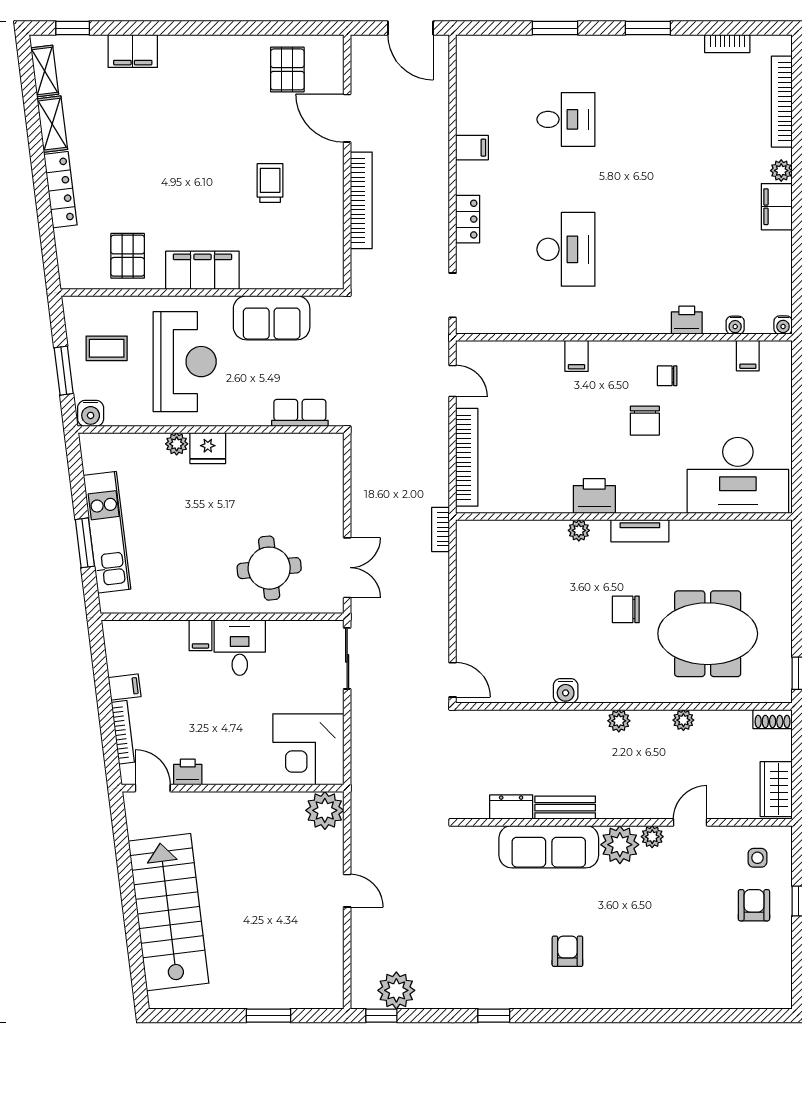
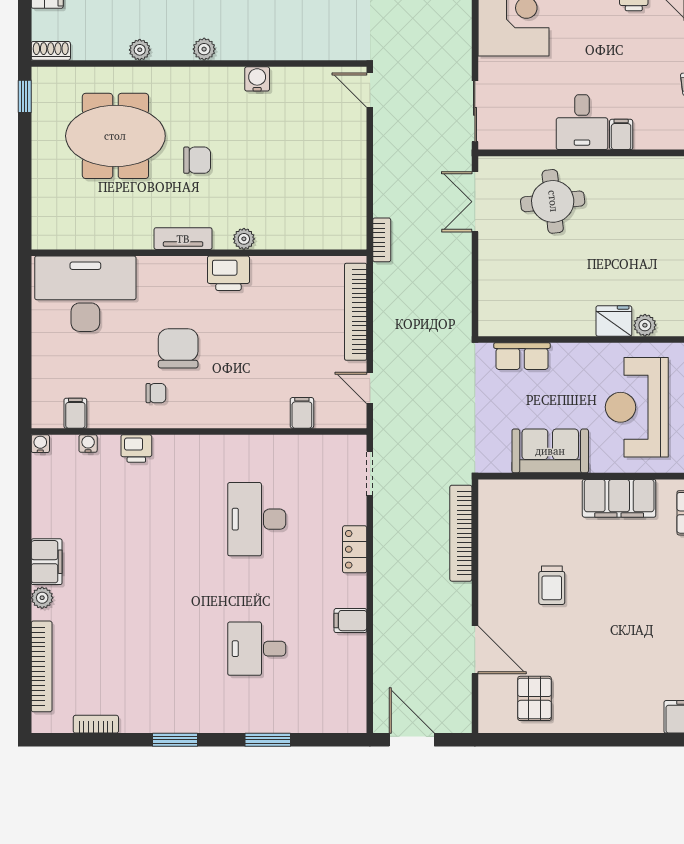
bookcase: (361, 200) -> (461, 533), moved
filing cabinet: (577, 356) -> (302, 413), moved
chair: (645, 421) -> (178, 348), width x1.37, depth x1.37

